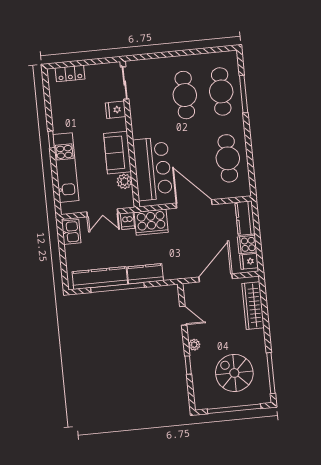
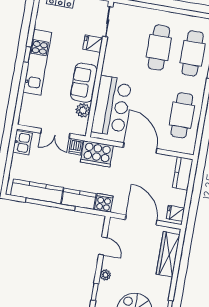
kitchen unit: (66, 168) -> (37, 62), moved
cooker: (247, 244) -> (104, 203), moved, turned 90
door: (216, 278) -> (141, 220), hinge flipped

